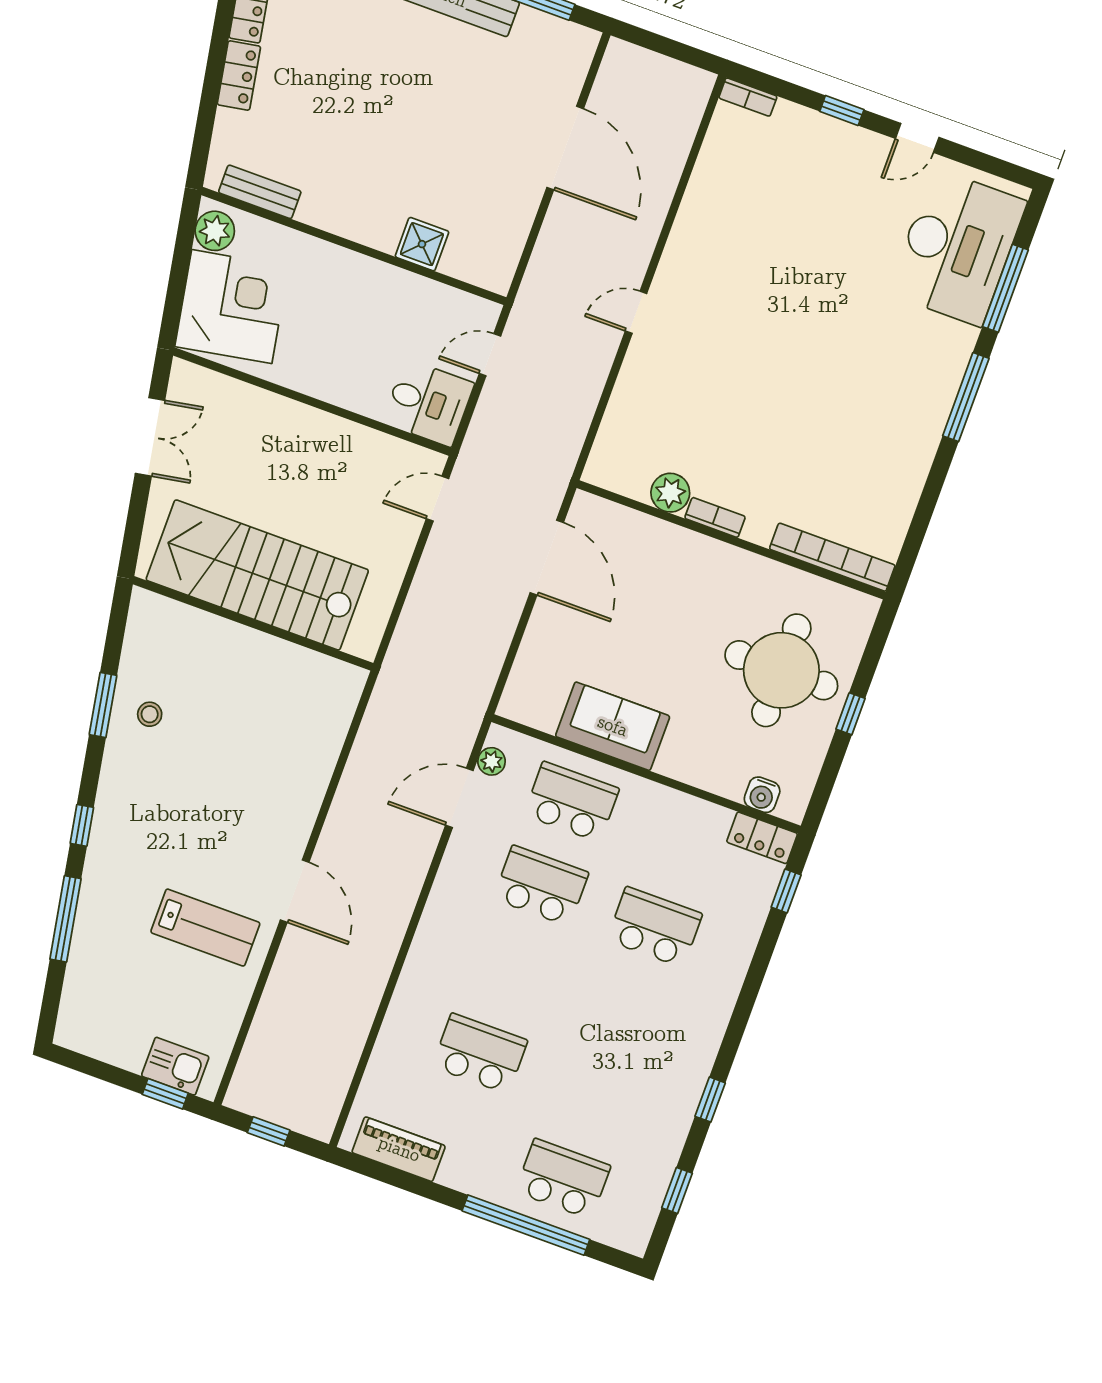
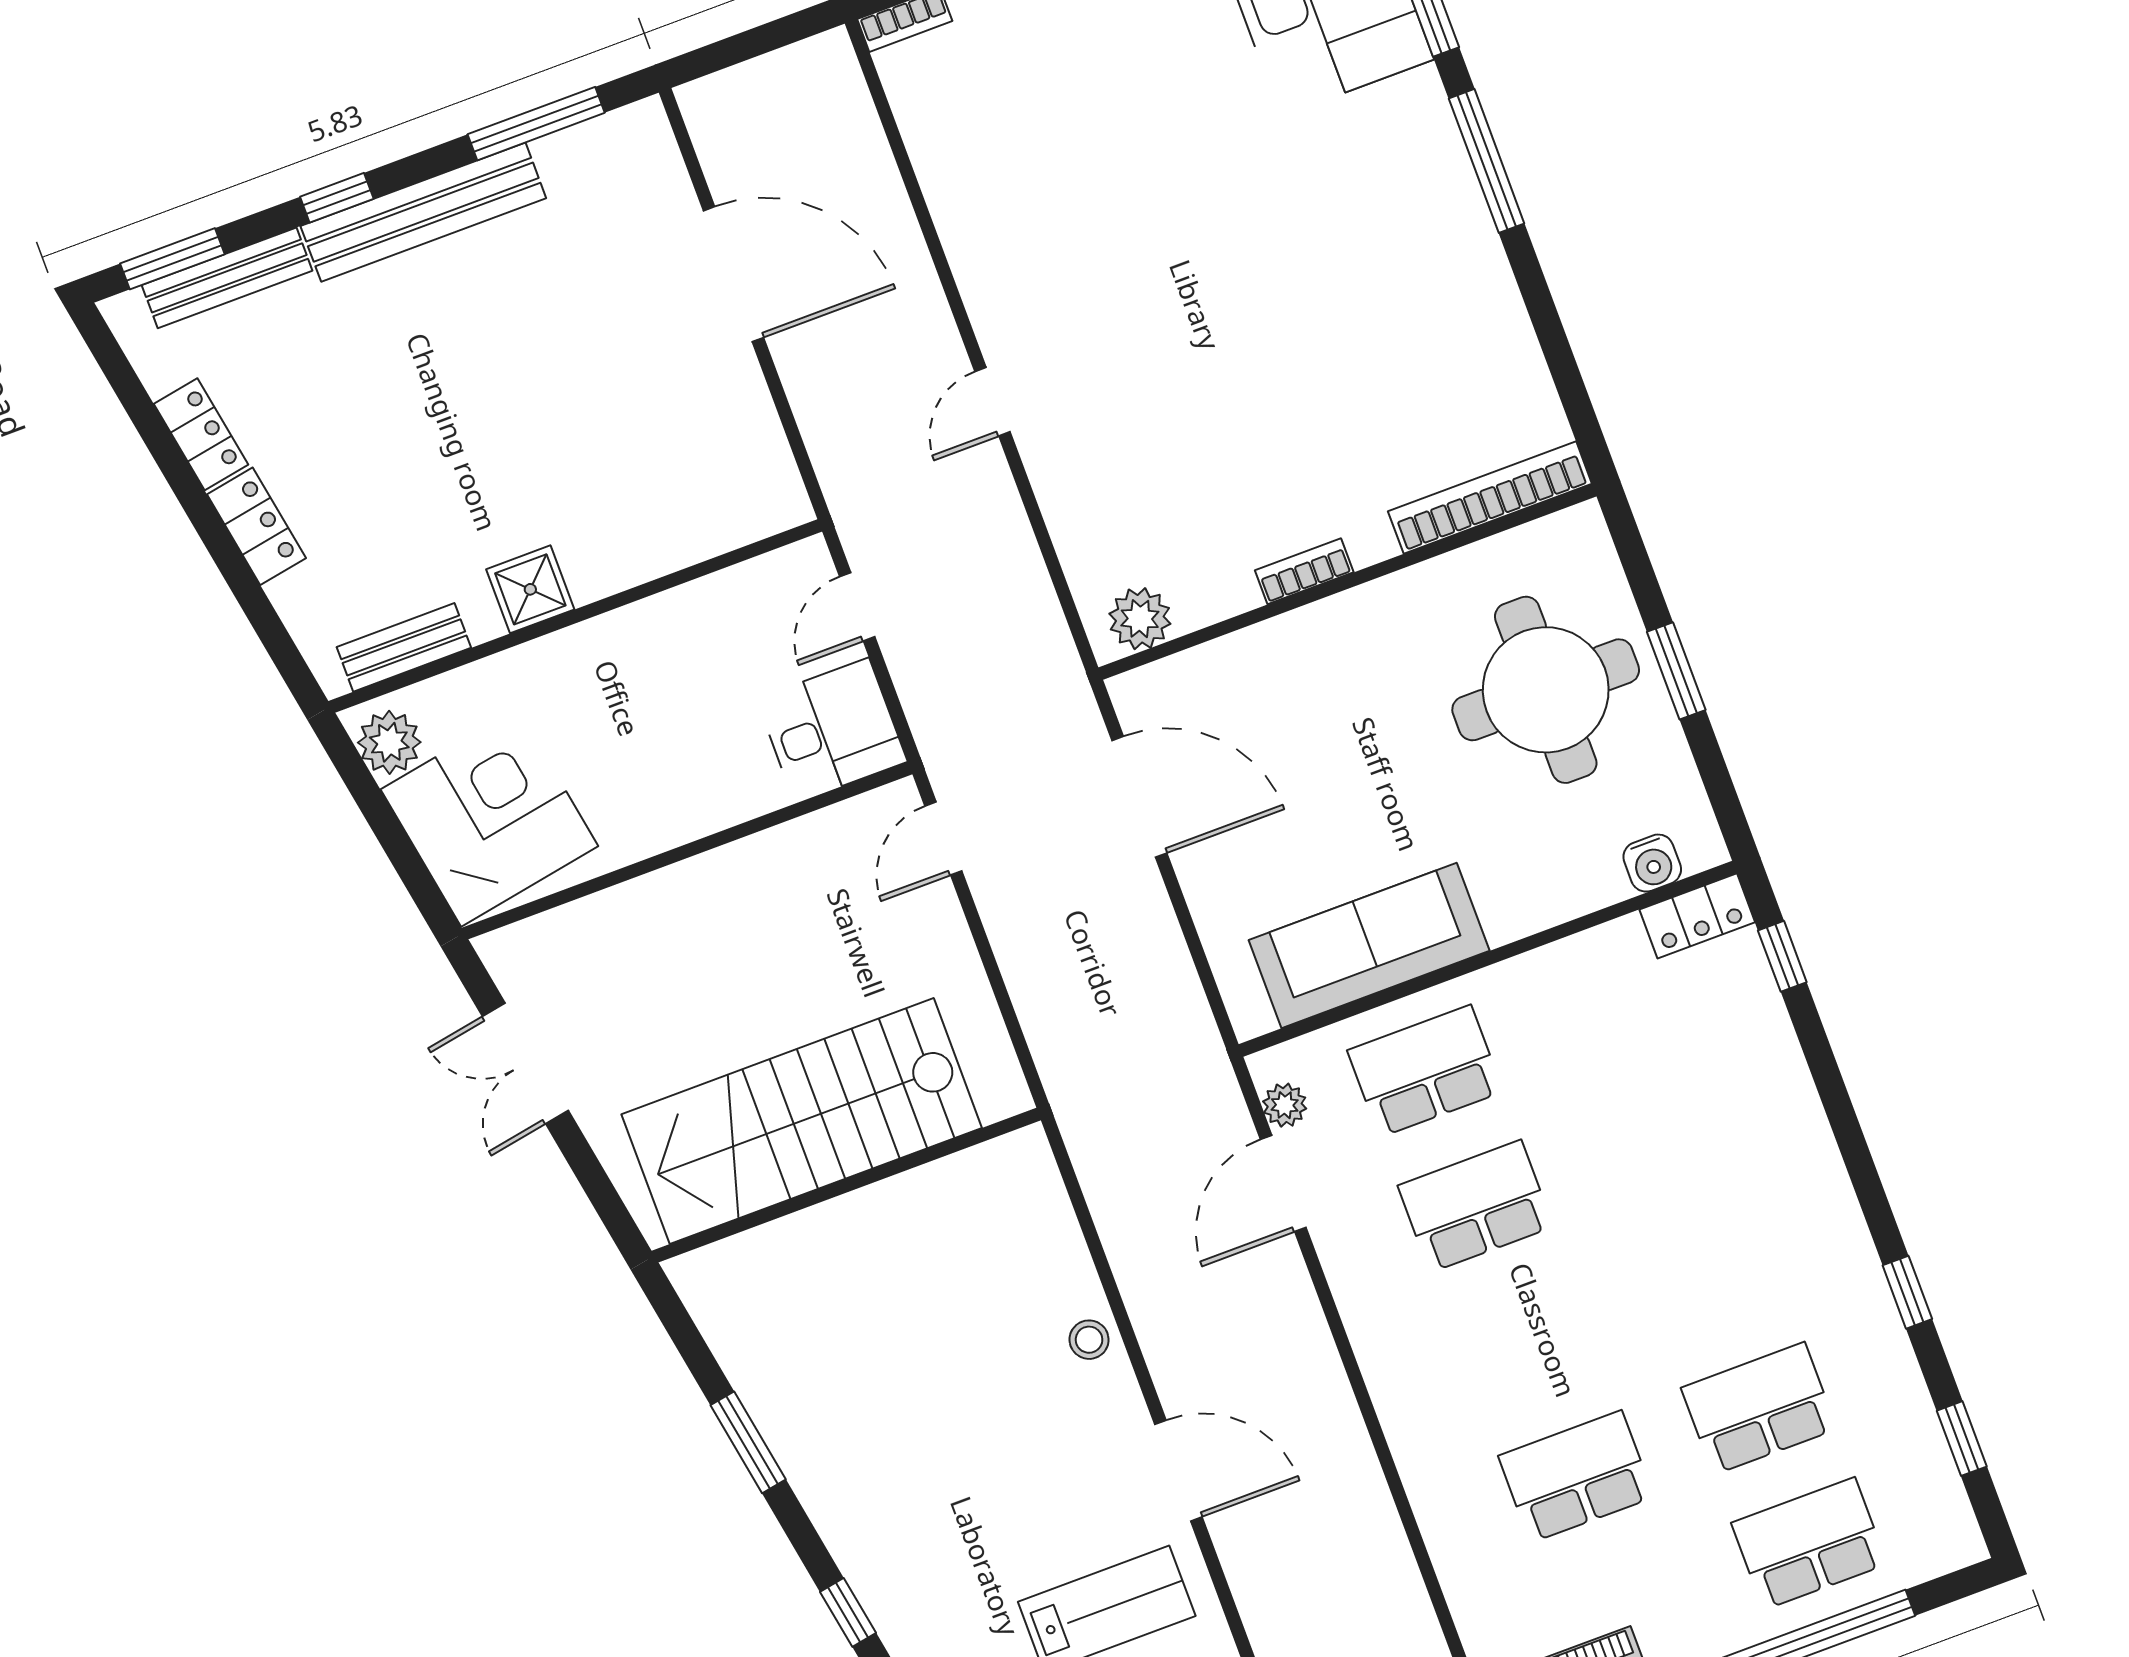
shower: (422, 244) -> (530, 589), moved
double door: (150, 437) -> (525, 1063), swing flipped
plant: (670, 493) -> (1140, 619), moved
stool: (150, 714) -> (1089, 1340), moved
window: (851, 714) -> (1676, 671), width x1.50
sofa: (613, 726) -> (1369, 945), width x1.36
school desk: (655, 927) -> (1759, 1408), moved

